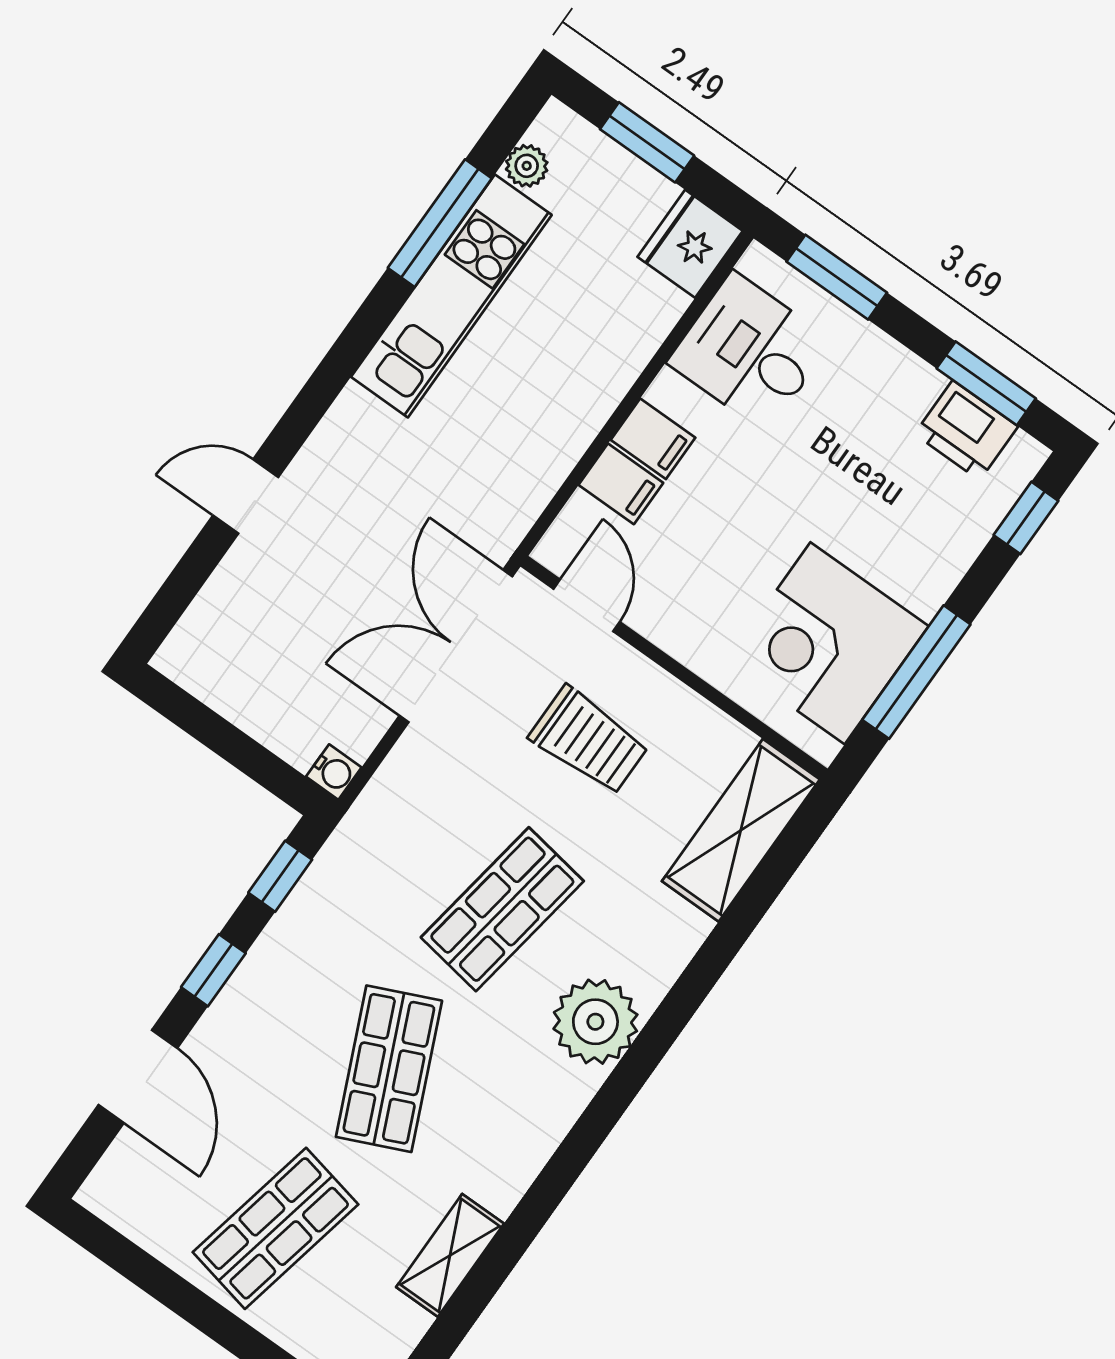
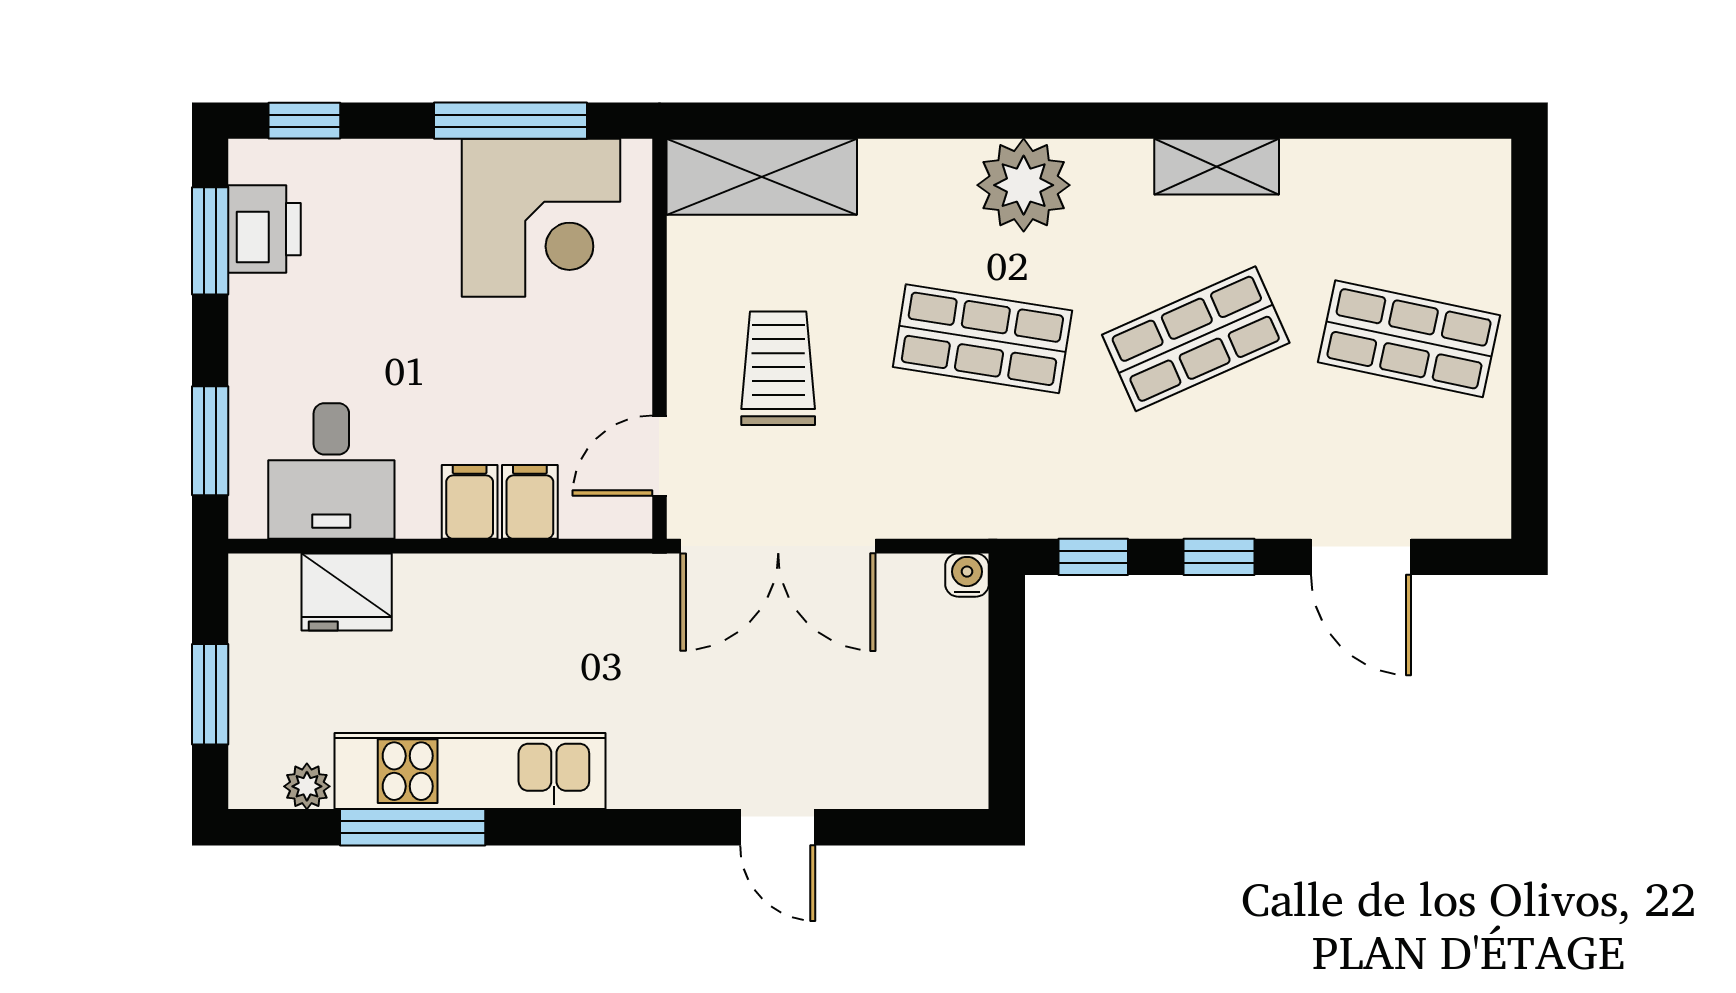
fridge: (690, 244) -> (347, 592), moved
door: (138, 1076) -> (1361, 557), swing flipped
shelving: (450, 1255) -> (1217, 167), moved

